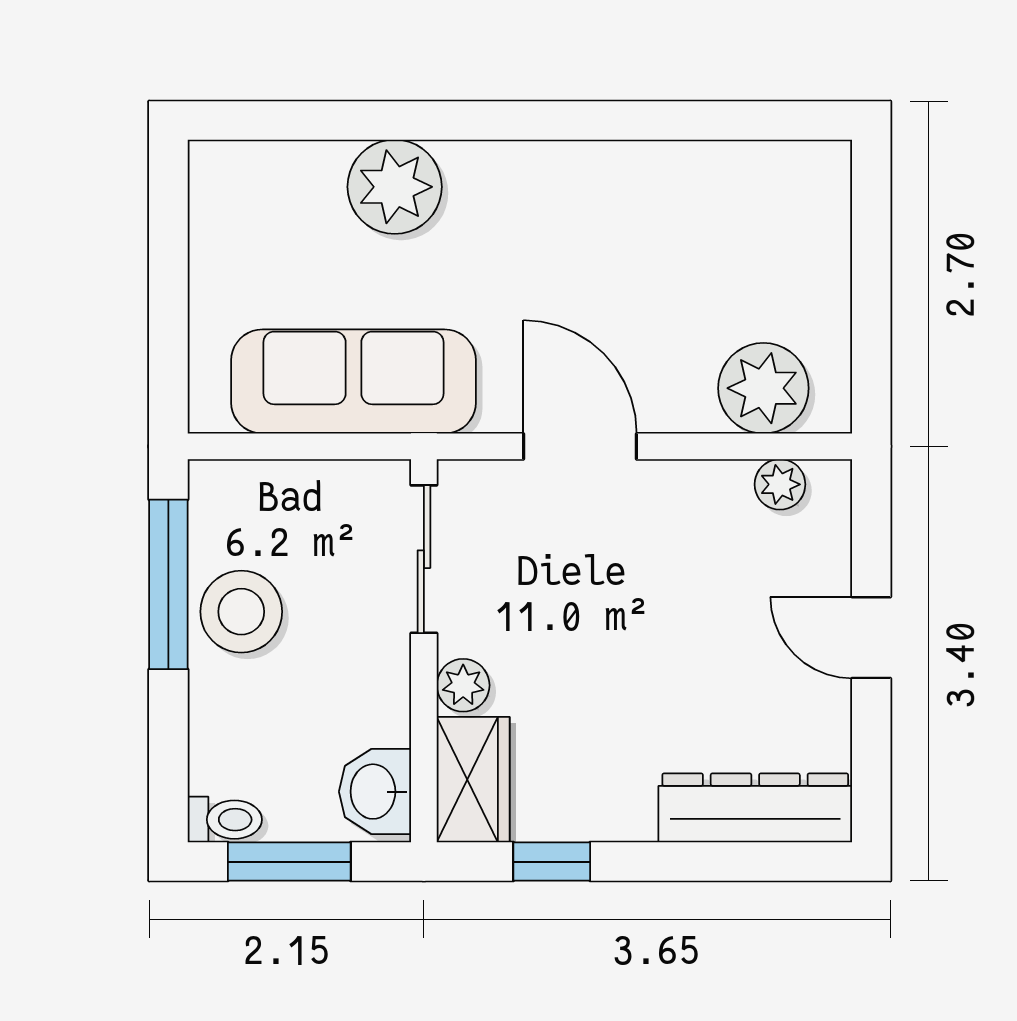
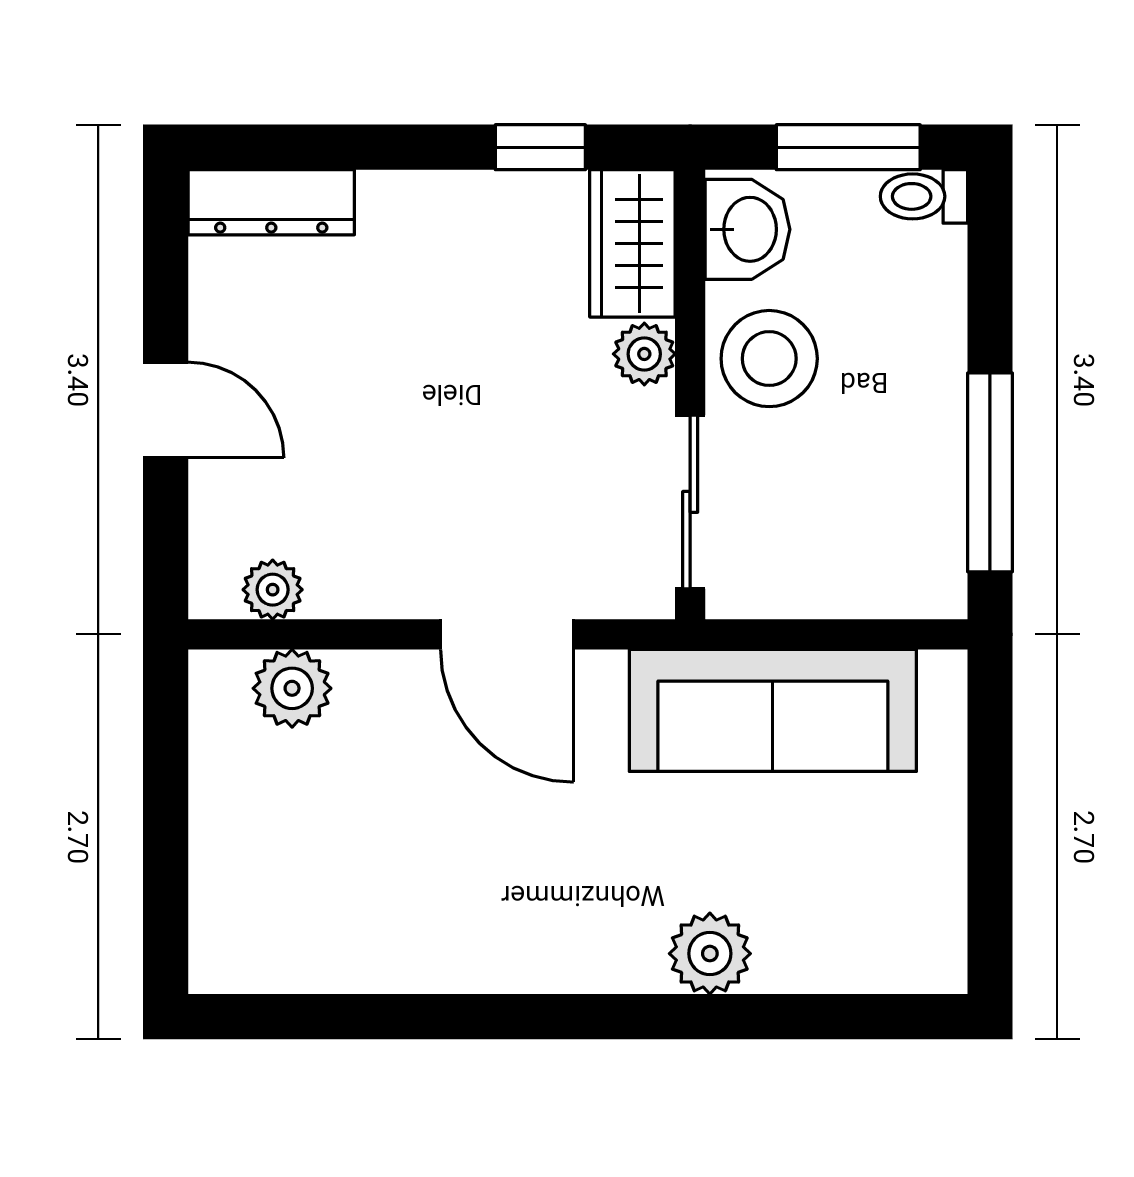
plant: (395, 187) -> (710, 954), width x0.73, depth x0.73
plant: (763, 388) -> (292, 688), width x0.73, depth x0.73
stool: (241, 612) -> (769, 359), moved
dresser: (755, 808) -> (271, 202), width x0.73, depth x0.80

